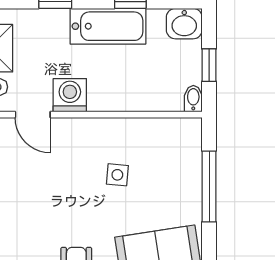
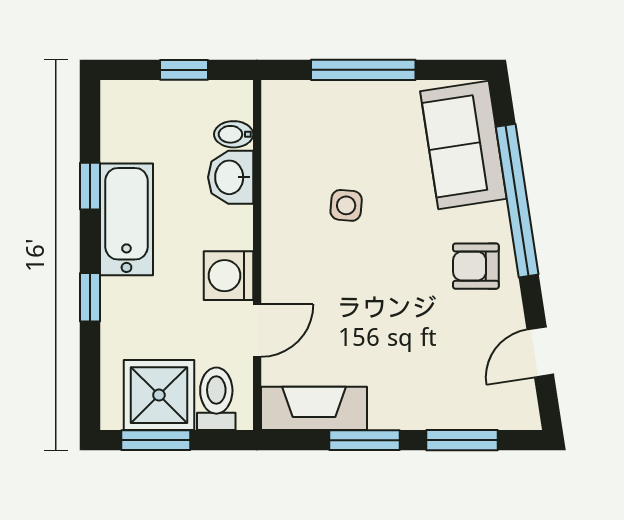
washbasin: (184, 24) -> (231, 177), moved, turned 180
bidet: (193, 99) -> (234, 134), moved

